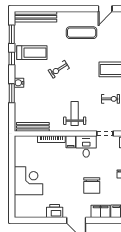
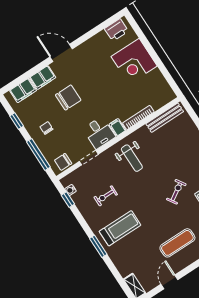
chair: (92, 186) -> (68, 98), turned 90
printer: (55, 211) -> (116, 30), moved

